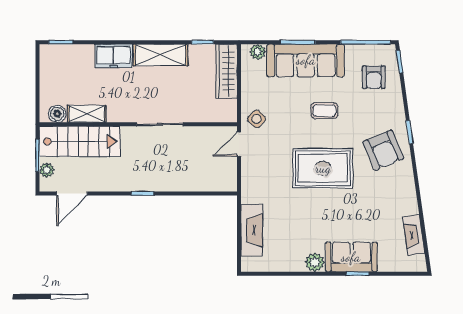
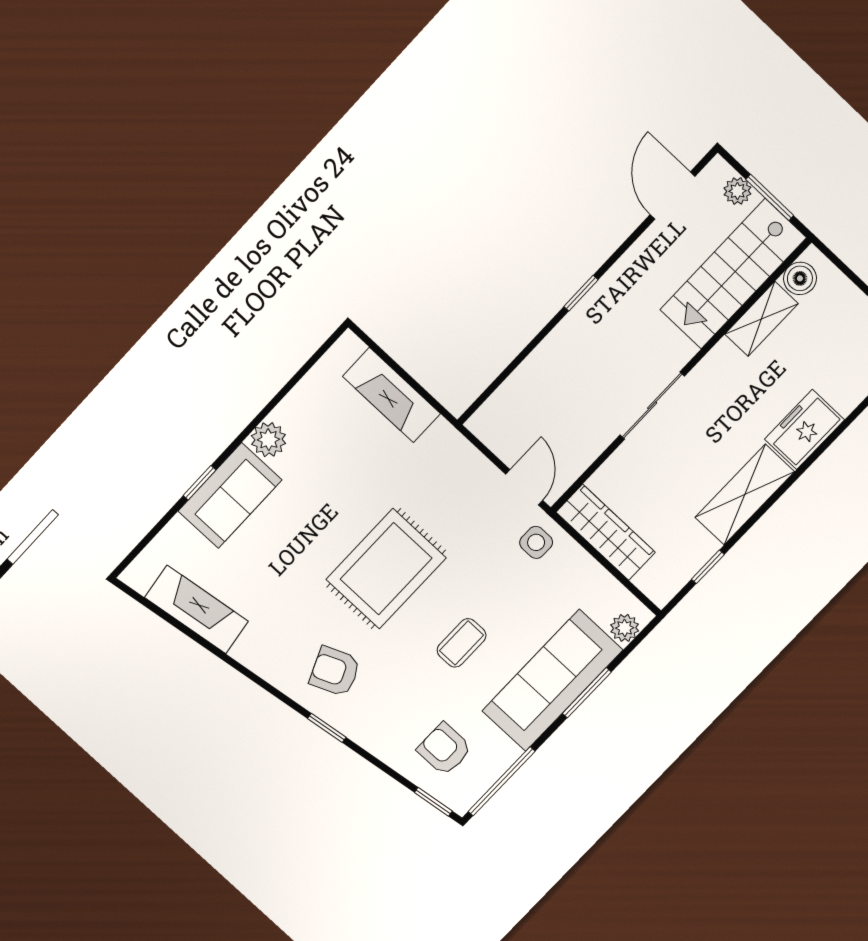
wardrobe: (227, 71) -> (606, 532), moved
side table: (256, 119) -> (536, 542), turned 45
armchair: (383, 150) -> (335, 671), width x0.72, depth x0.72
fireplace: (414, 235) -> (196, 609), width x1.37, depth x1.32

